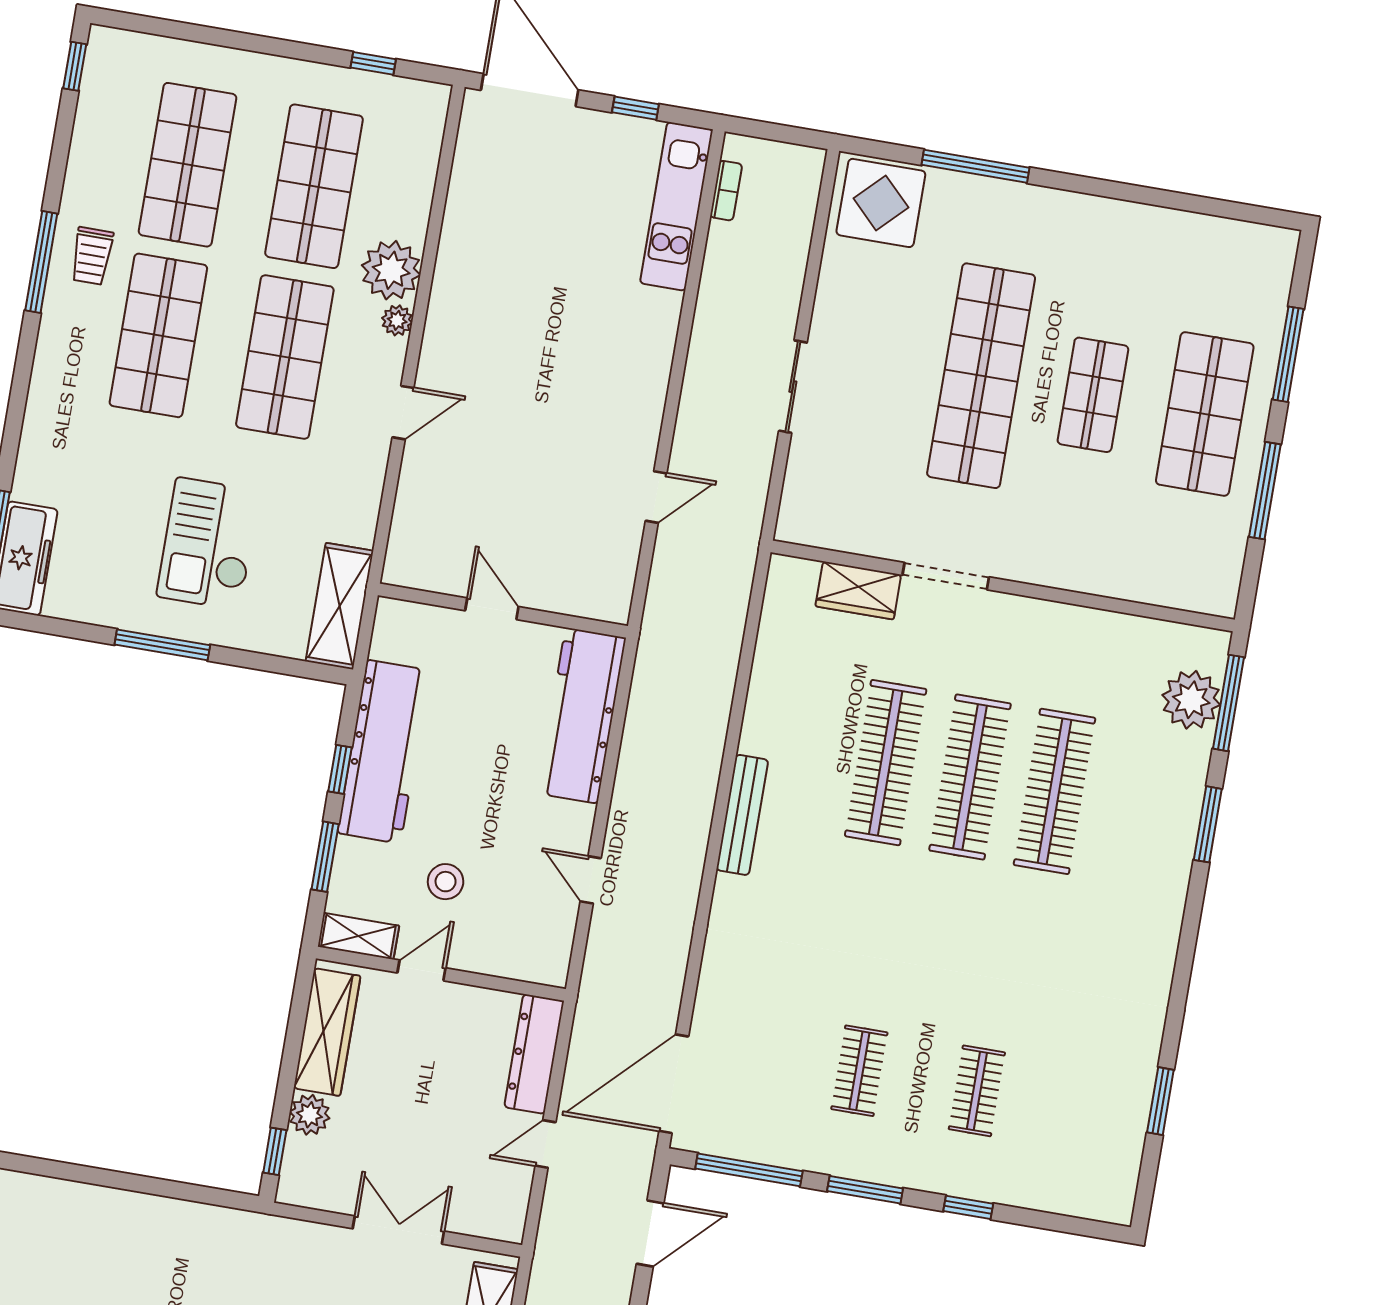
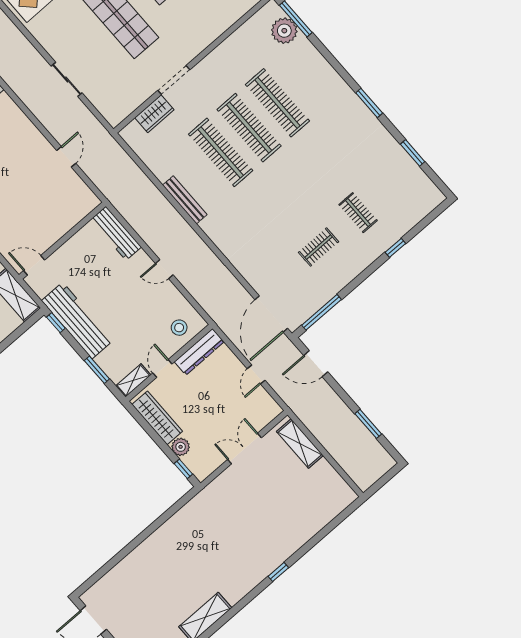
door: (492, 609) -> (34, 265), moved
workbench: (582, 716) -> (116, 233), width x0.73, depth x0.76
window: (340, 769) -> (56, 323), moved
bench: (742, 815) -> (185, 200), moved
window: (1208, 824) -> (369, 103), moved
door: (591, 880) -> (164, 269), moved
stool: (446, 882) -> (179, 328), moved
dresser: (534, 1054) -> (199, 352), moved, turned -90
clothes rail: (859, 1071) -> (318, 247), turned 90
window: (865, 1190) -> (361, 278), removed
door: (650, 1234) -> (316, 364), swing flipped

